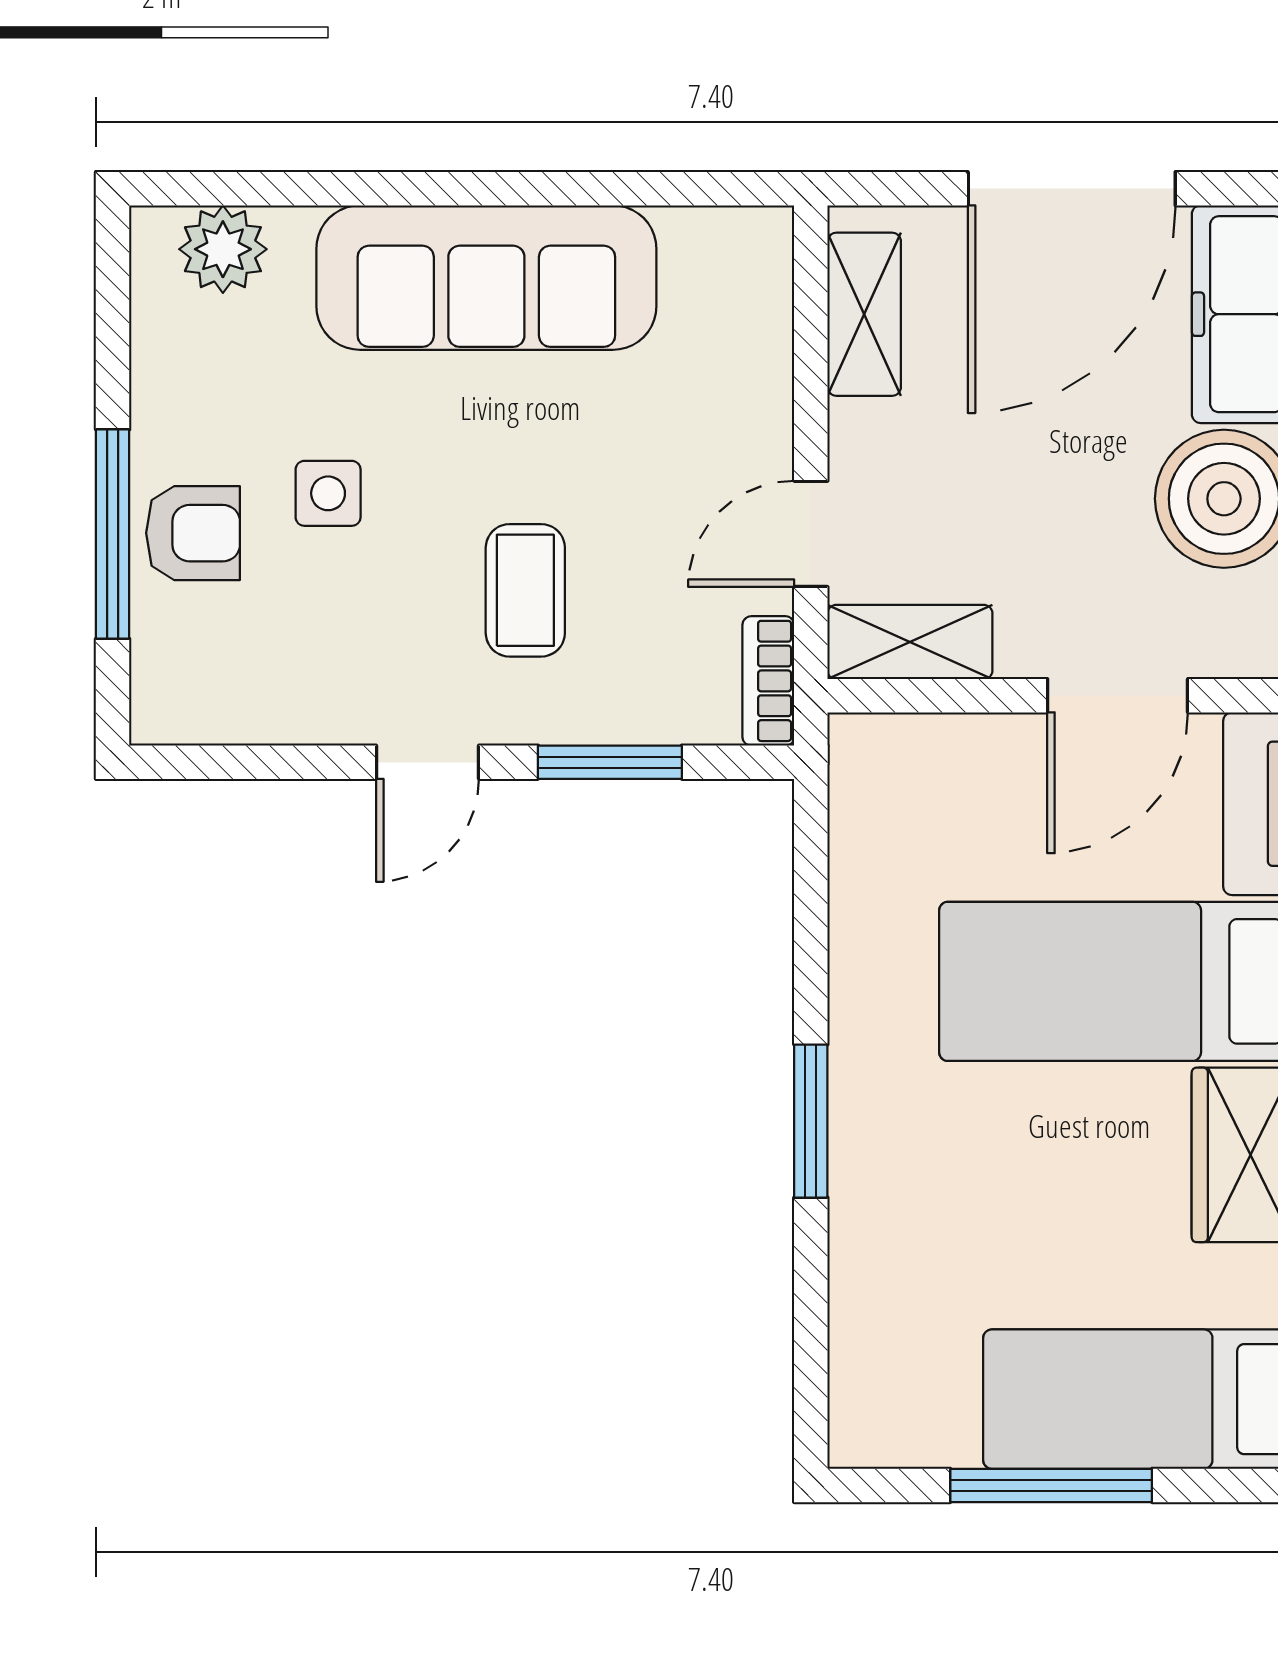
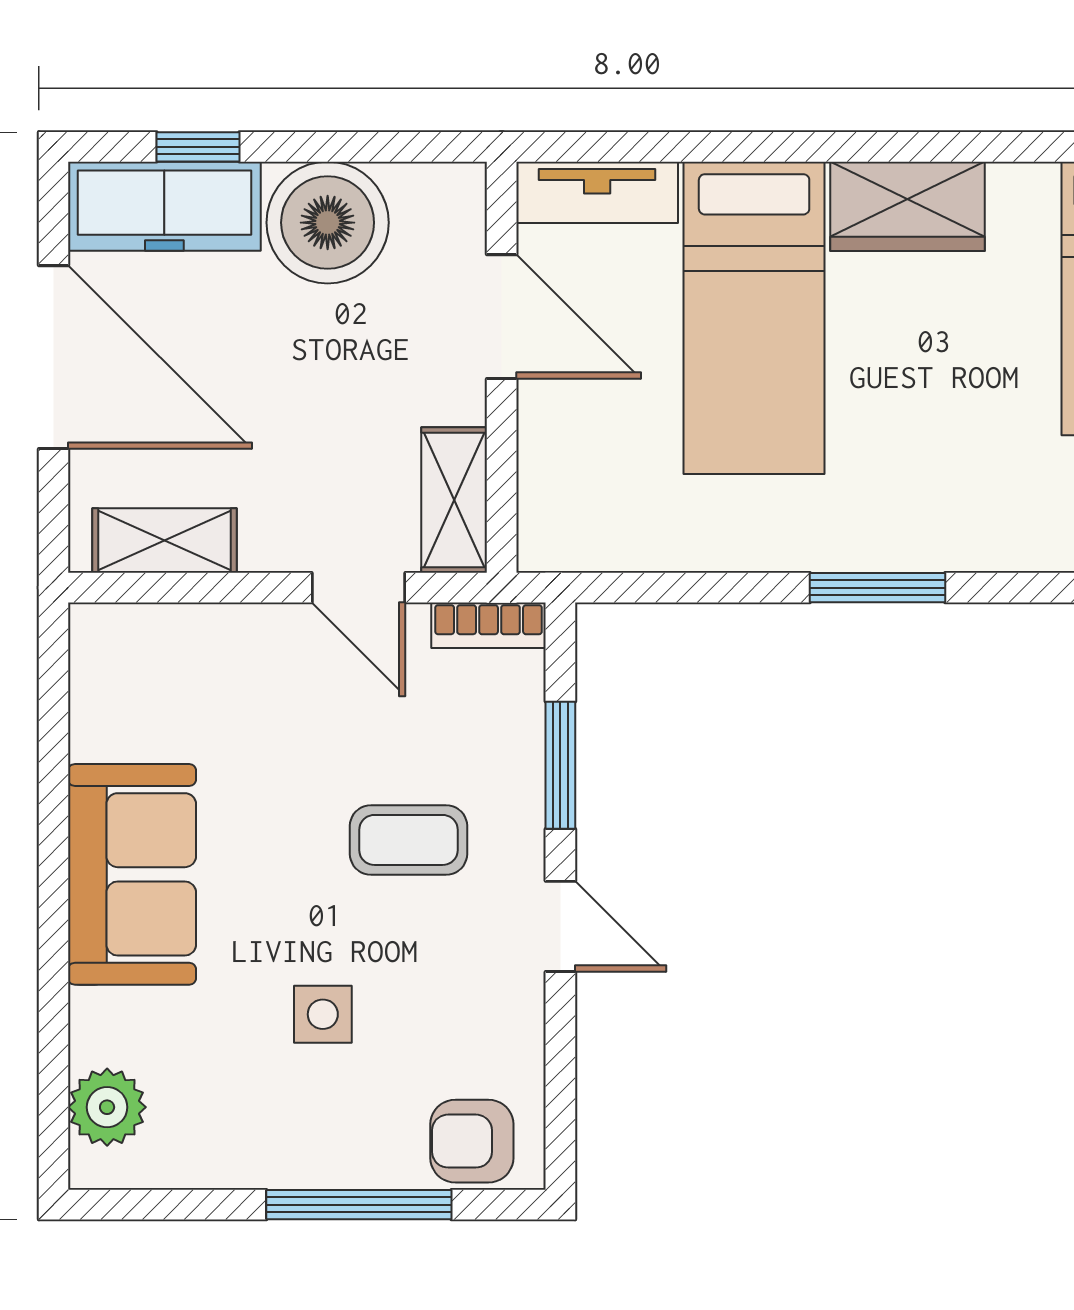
sofa: (486, 278) -> (132, 874), width x0.73
armchair: (193, 533) -> (472, 1141), moved, turned -90

